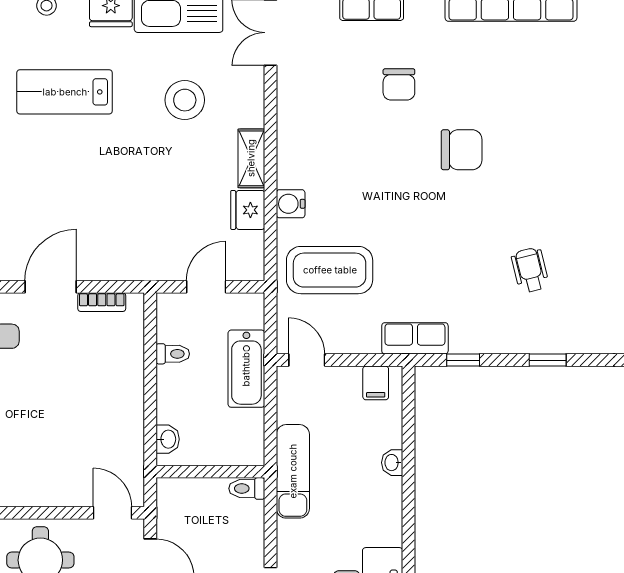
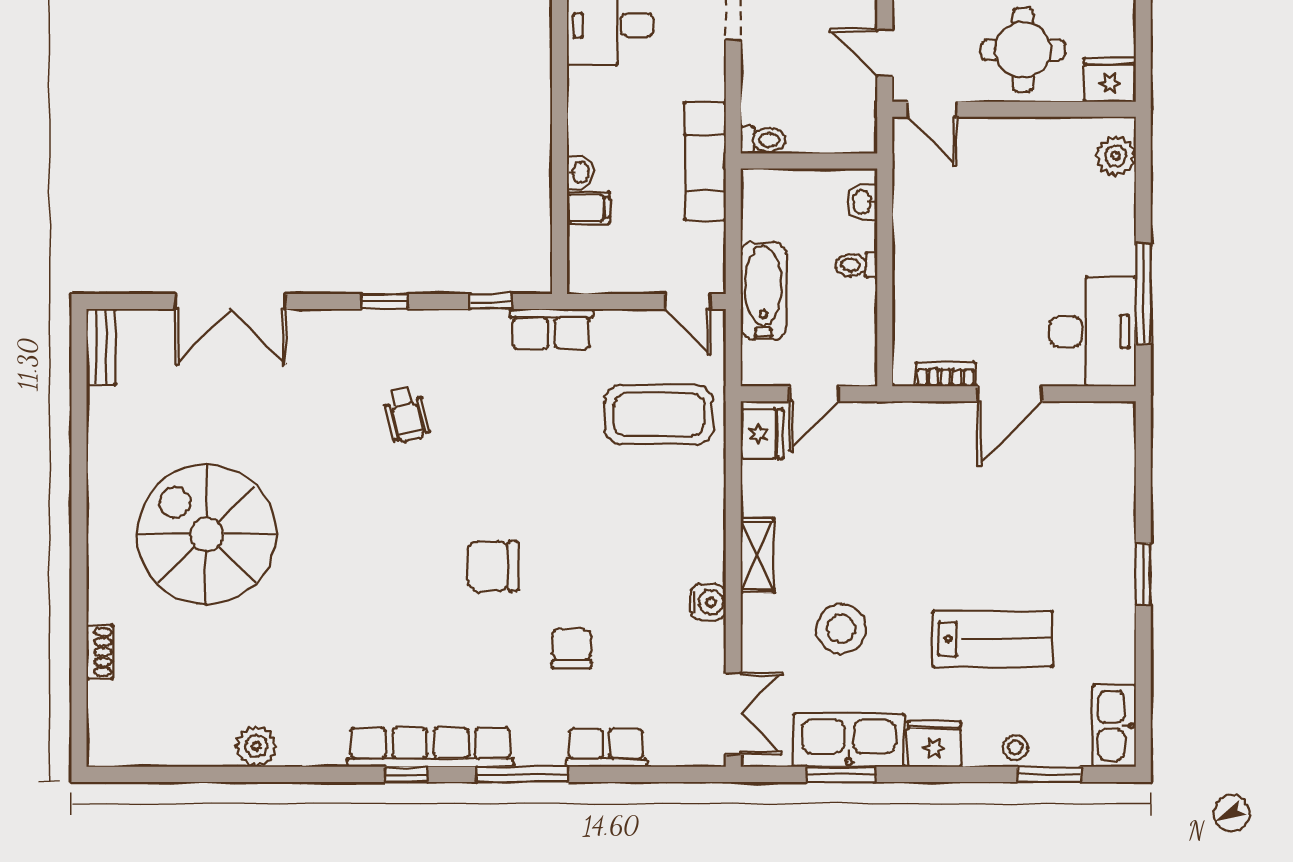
water cooler: (291, 204) -> (708, 602), moved
fridge: (248, 210) -> (762, 434), moved
toilet: (173, 354) -> (856, 265), moved
filing cabinet: (376, 383) -> (588, 208), moved, turned 90

